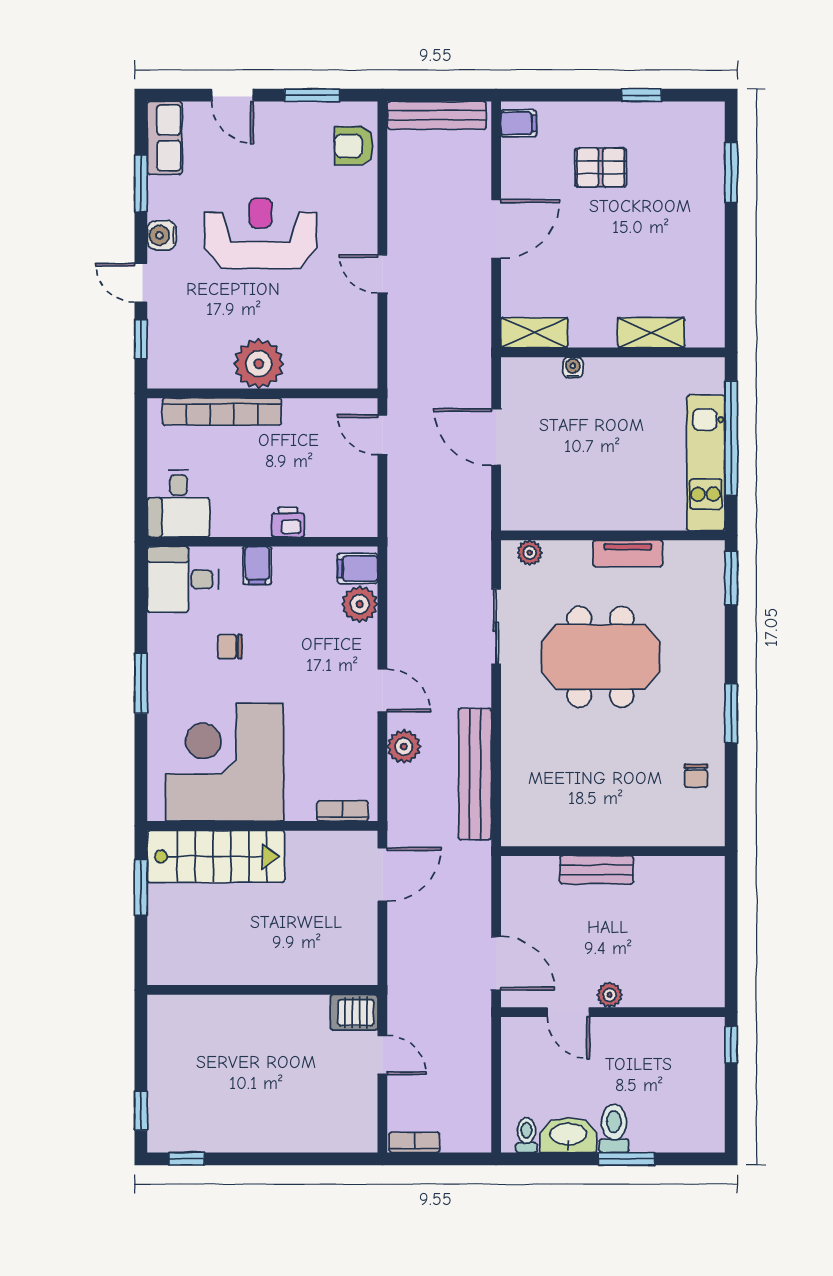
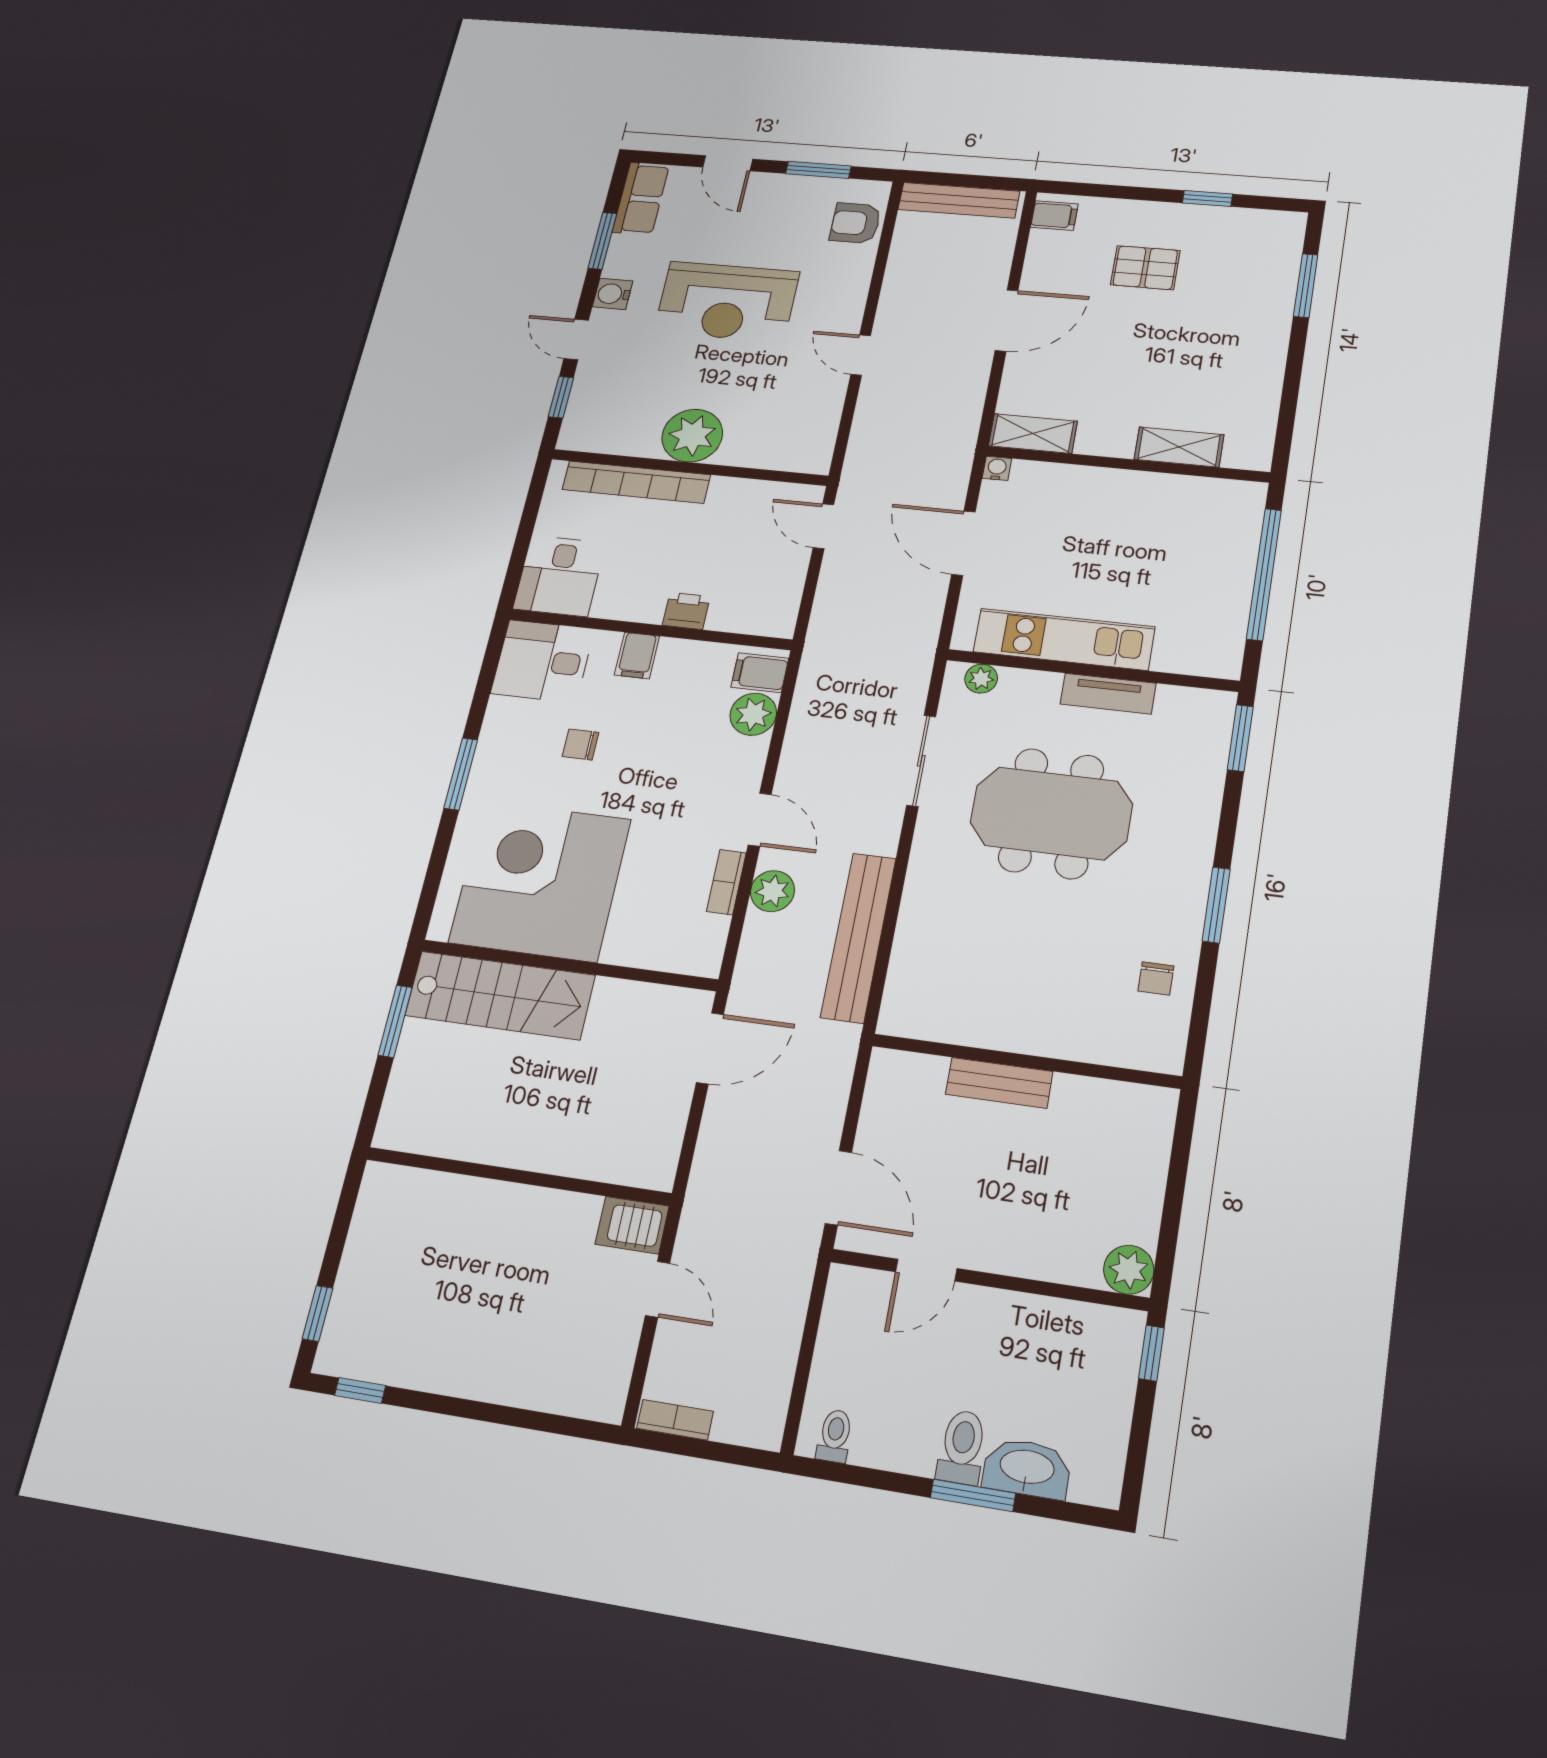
reception desk: (261, 233) -> (727, 302), turned 180
water cooler: (573, 367) -> (997, 468), moved
kitchen unit: (706, 463) -> (1064, 639), moved, turned 90
bookcase: (342, 811) -> (726, 882), moved, turned -90
plant: (610, 995) -> (1129, 1270), moved, width x1.38, depth x1.38
door: (568, 1012) -> (926, 1270), hinge flipped
washbasin: (568, 1135) -> (1027, 1468), moved

